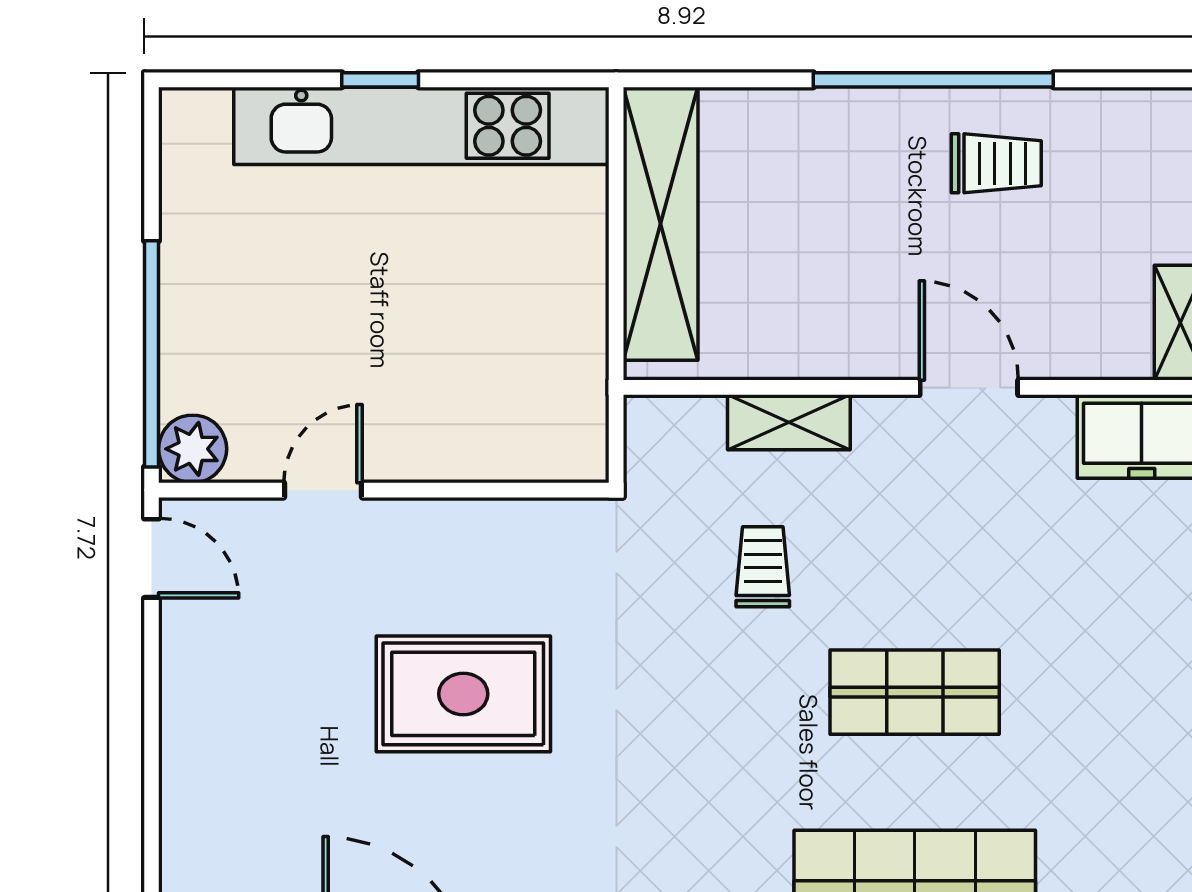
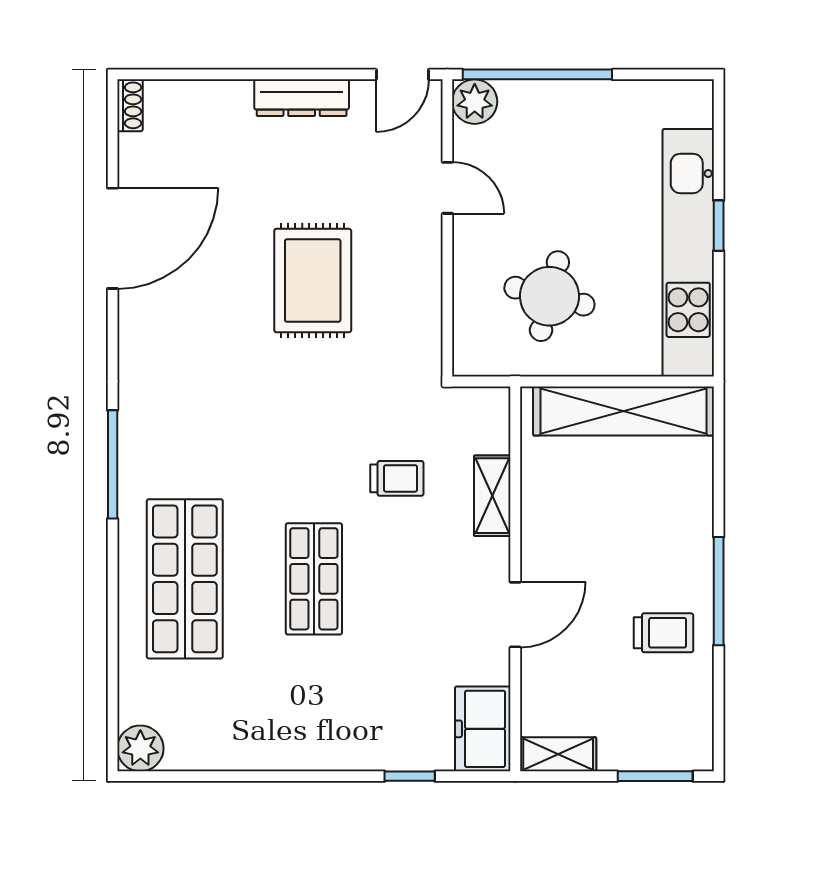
window: (933, 80) -> (719, 591), width x0.68
trolley: (996, 163) -> (663, 633), turned -90
round table: (487, 336) -> (549, 296), added
dresser: (187, 711) -> (302, 98), added

